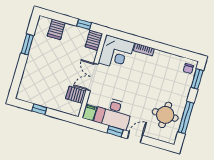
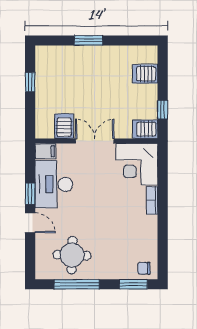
window: (27, 44) -> (89, 40), moved

